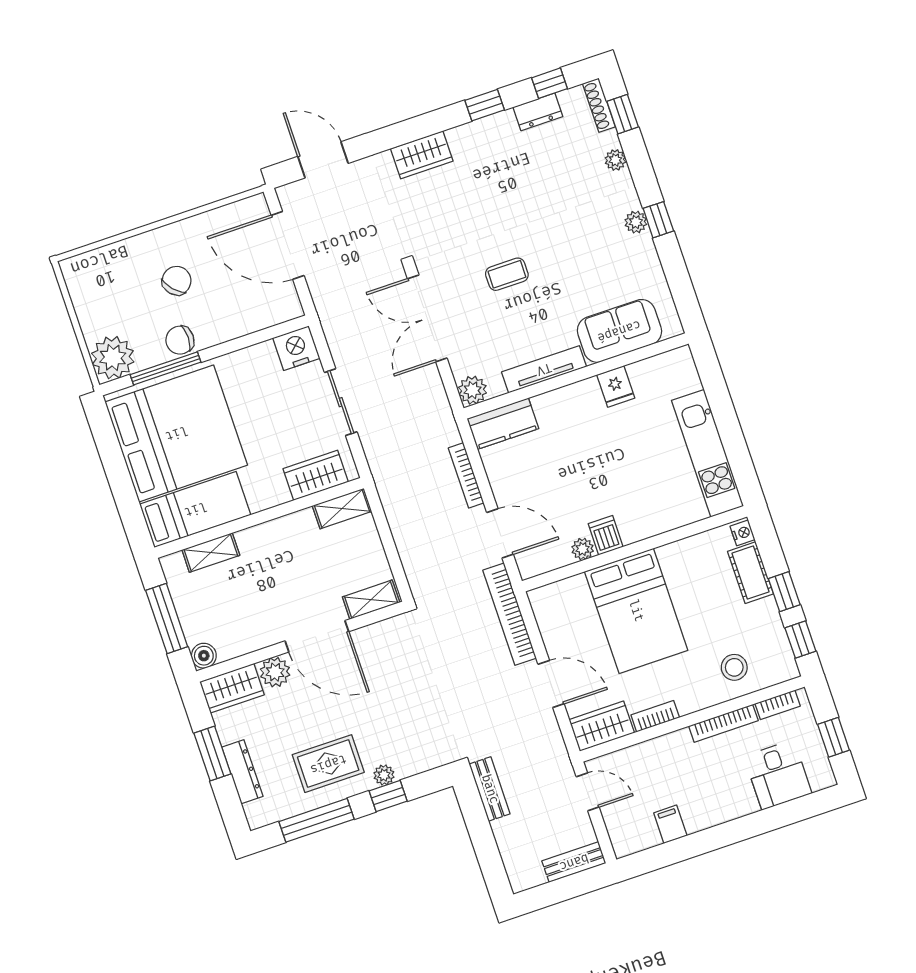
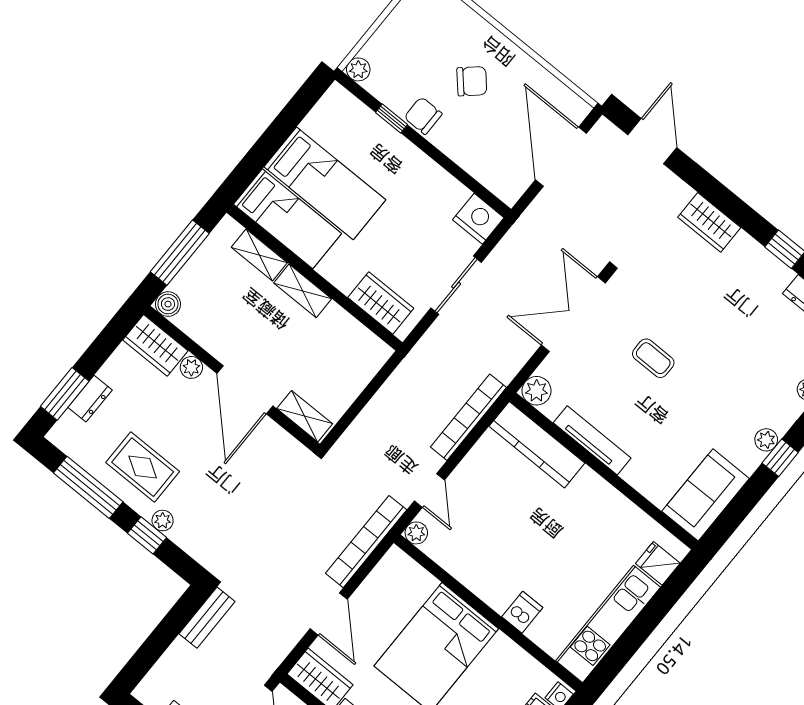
sofa: (619, 331) -> (706, 495), moved, turned -90
plant: (113, 358) -> (358, 69), width x0.53, depth x0.53
window: (166, 368) -> (391, 119), width x0.46
fridge: (616, 386) -> (658, 563), moved, turned 90
kitchen counter: (503, 424) -> (537, 445), width x1.50
bed: (176, 433) -> (325, 183), width x0.49
bookcase: (466, 475) -> (468, 417), width x1.48, depth x1.31
shelving: (342, 509) -> (303, 291), moved
door: (500, 533) -> (430, 490), width x0.73
dishwasher: (606, 535) -> (522, 612), moved
plant: (583, 549) -> (416, 533), moved
plant: (275, 672) -> (191, 367), width x0.73, depth x0.73
window: (212, 753) -> (65, 394), moved
dresser: (242, 772) -> (90, 399), width x0.70

